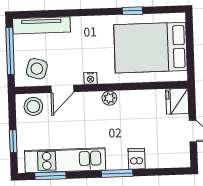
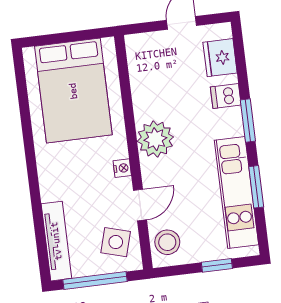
window: (132, 11) -> (26, 119), removed
door: (62, 89) -> (140, 205), hinge flipped
plant: (109, 98) -> (155, 139), width x1.88, depth x1.88
fridge: (177, 101) -> (220, 58), moved, turned 90
window: (50, 176) -> (256, 187), moved

